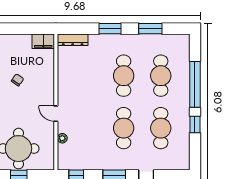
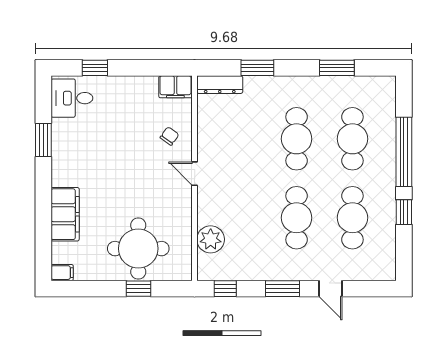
window: (110, 29) -> (257, 68), moved
chair: (18, 80) -> (169, 136), moved
door: (56, 114) -> (195, 174), moved
plant: (62, 138) -> (211, 239), width x1.87, depth x1.87

